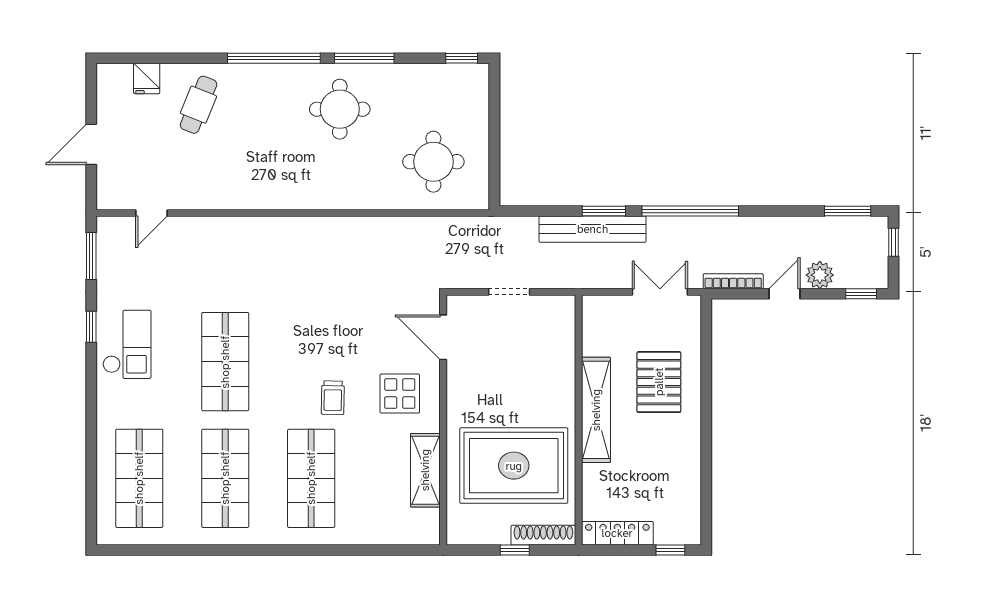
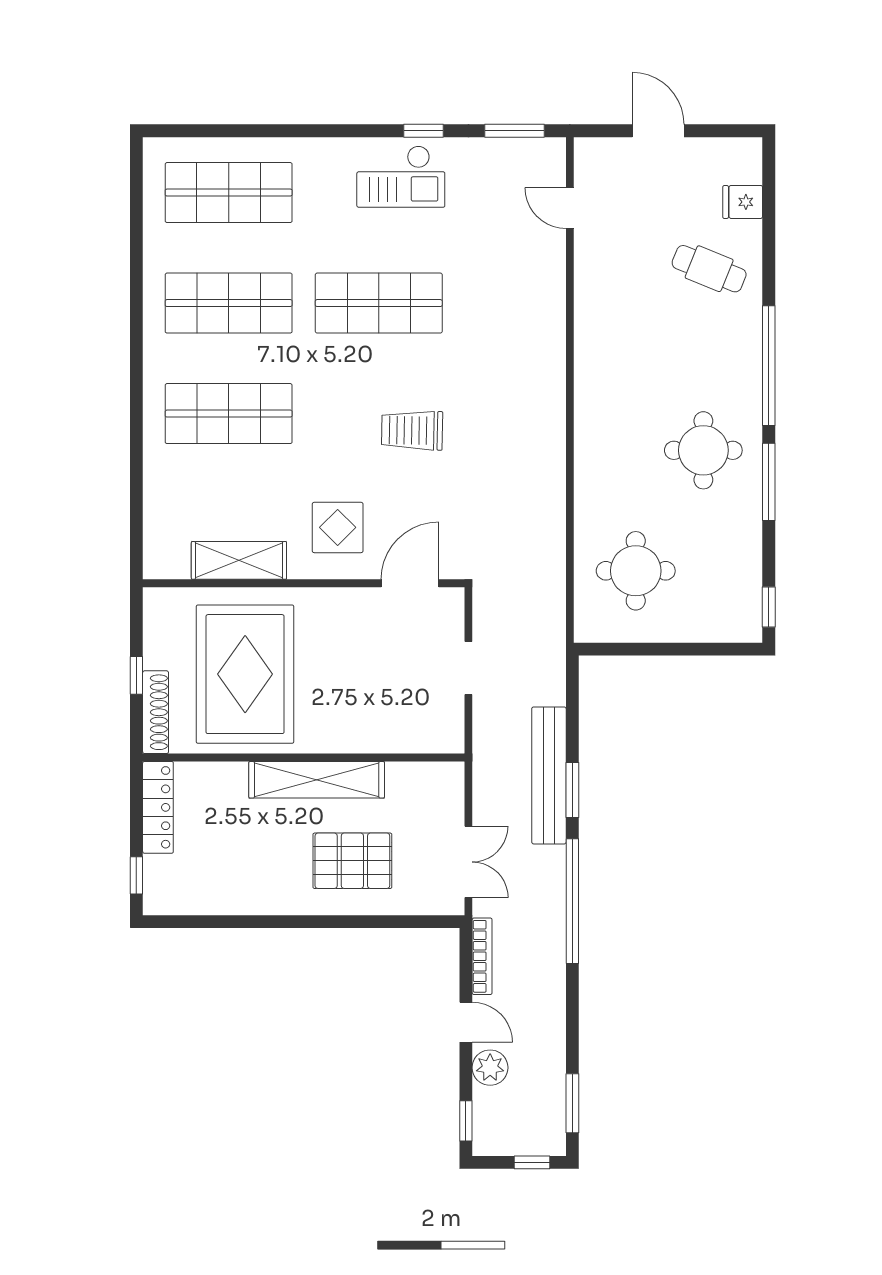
trolley: (333, 398) -> (412, 430), moved, width x1.36, depth x1.39

